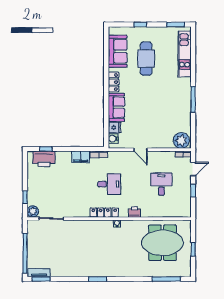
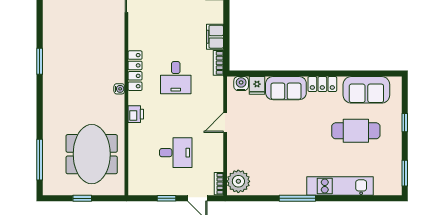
kitchen unit: (185, 54) -> (340, 186), moved

